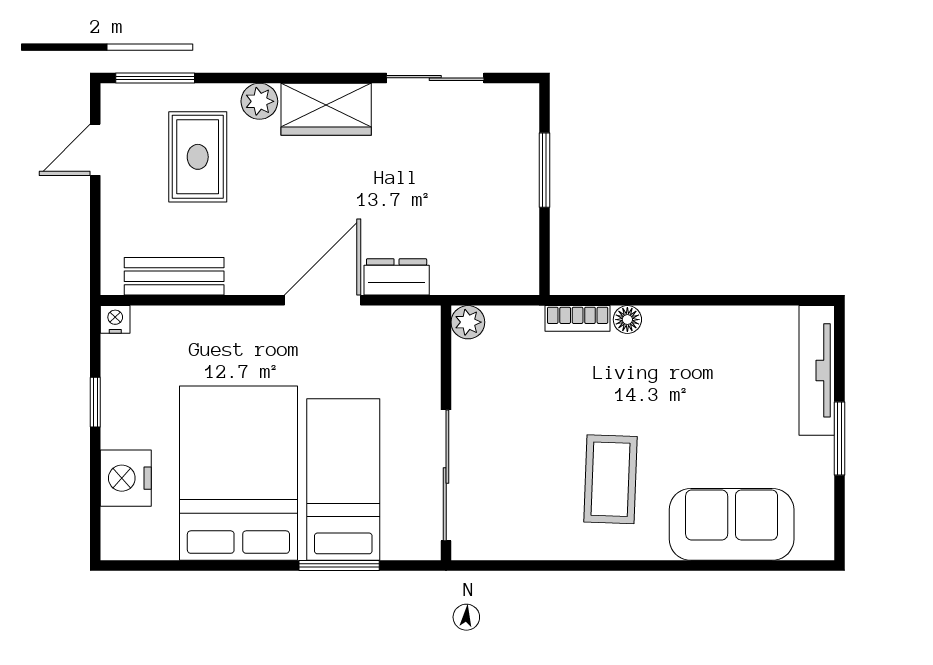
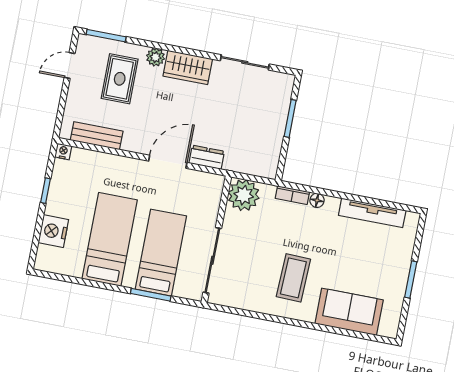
plant: (468, 322) -> (244, 195), width x1.87, depth x1.87
tv unit: (817, 370) -> (372, 213), moved, turned -90
bed: (238, 473) -> (110, 239), width x0.67

